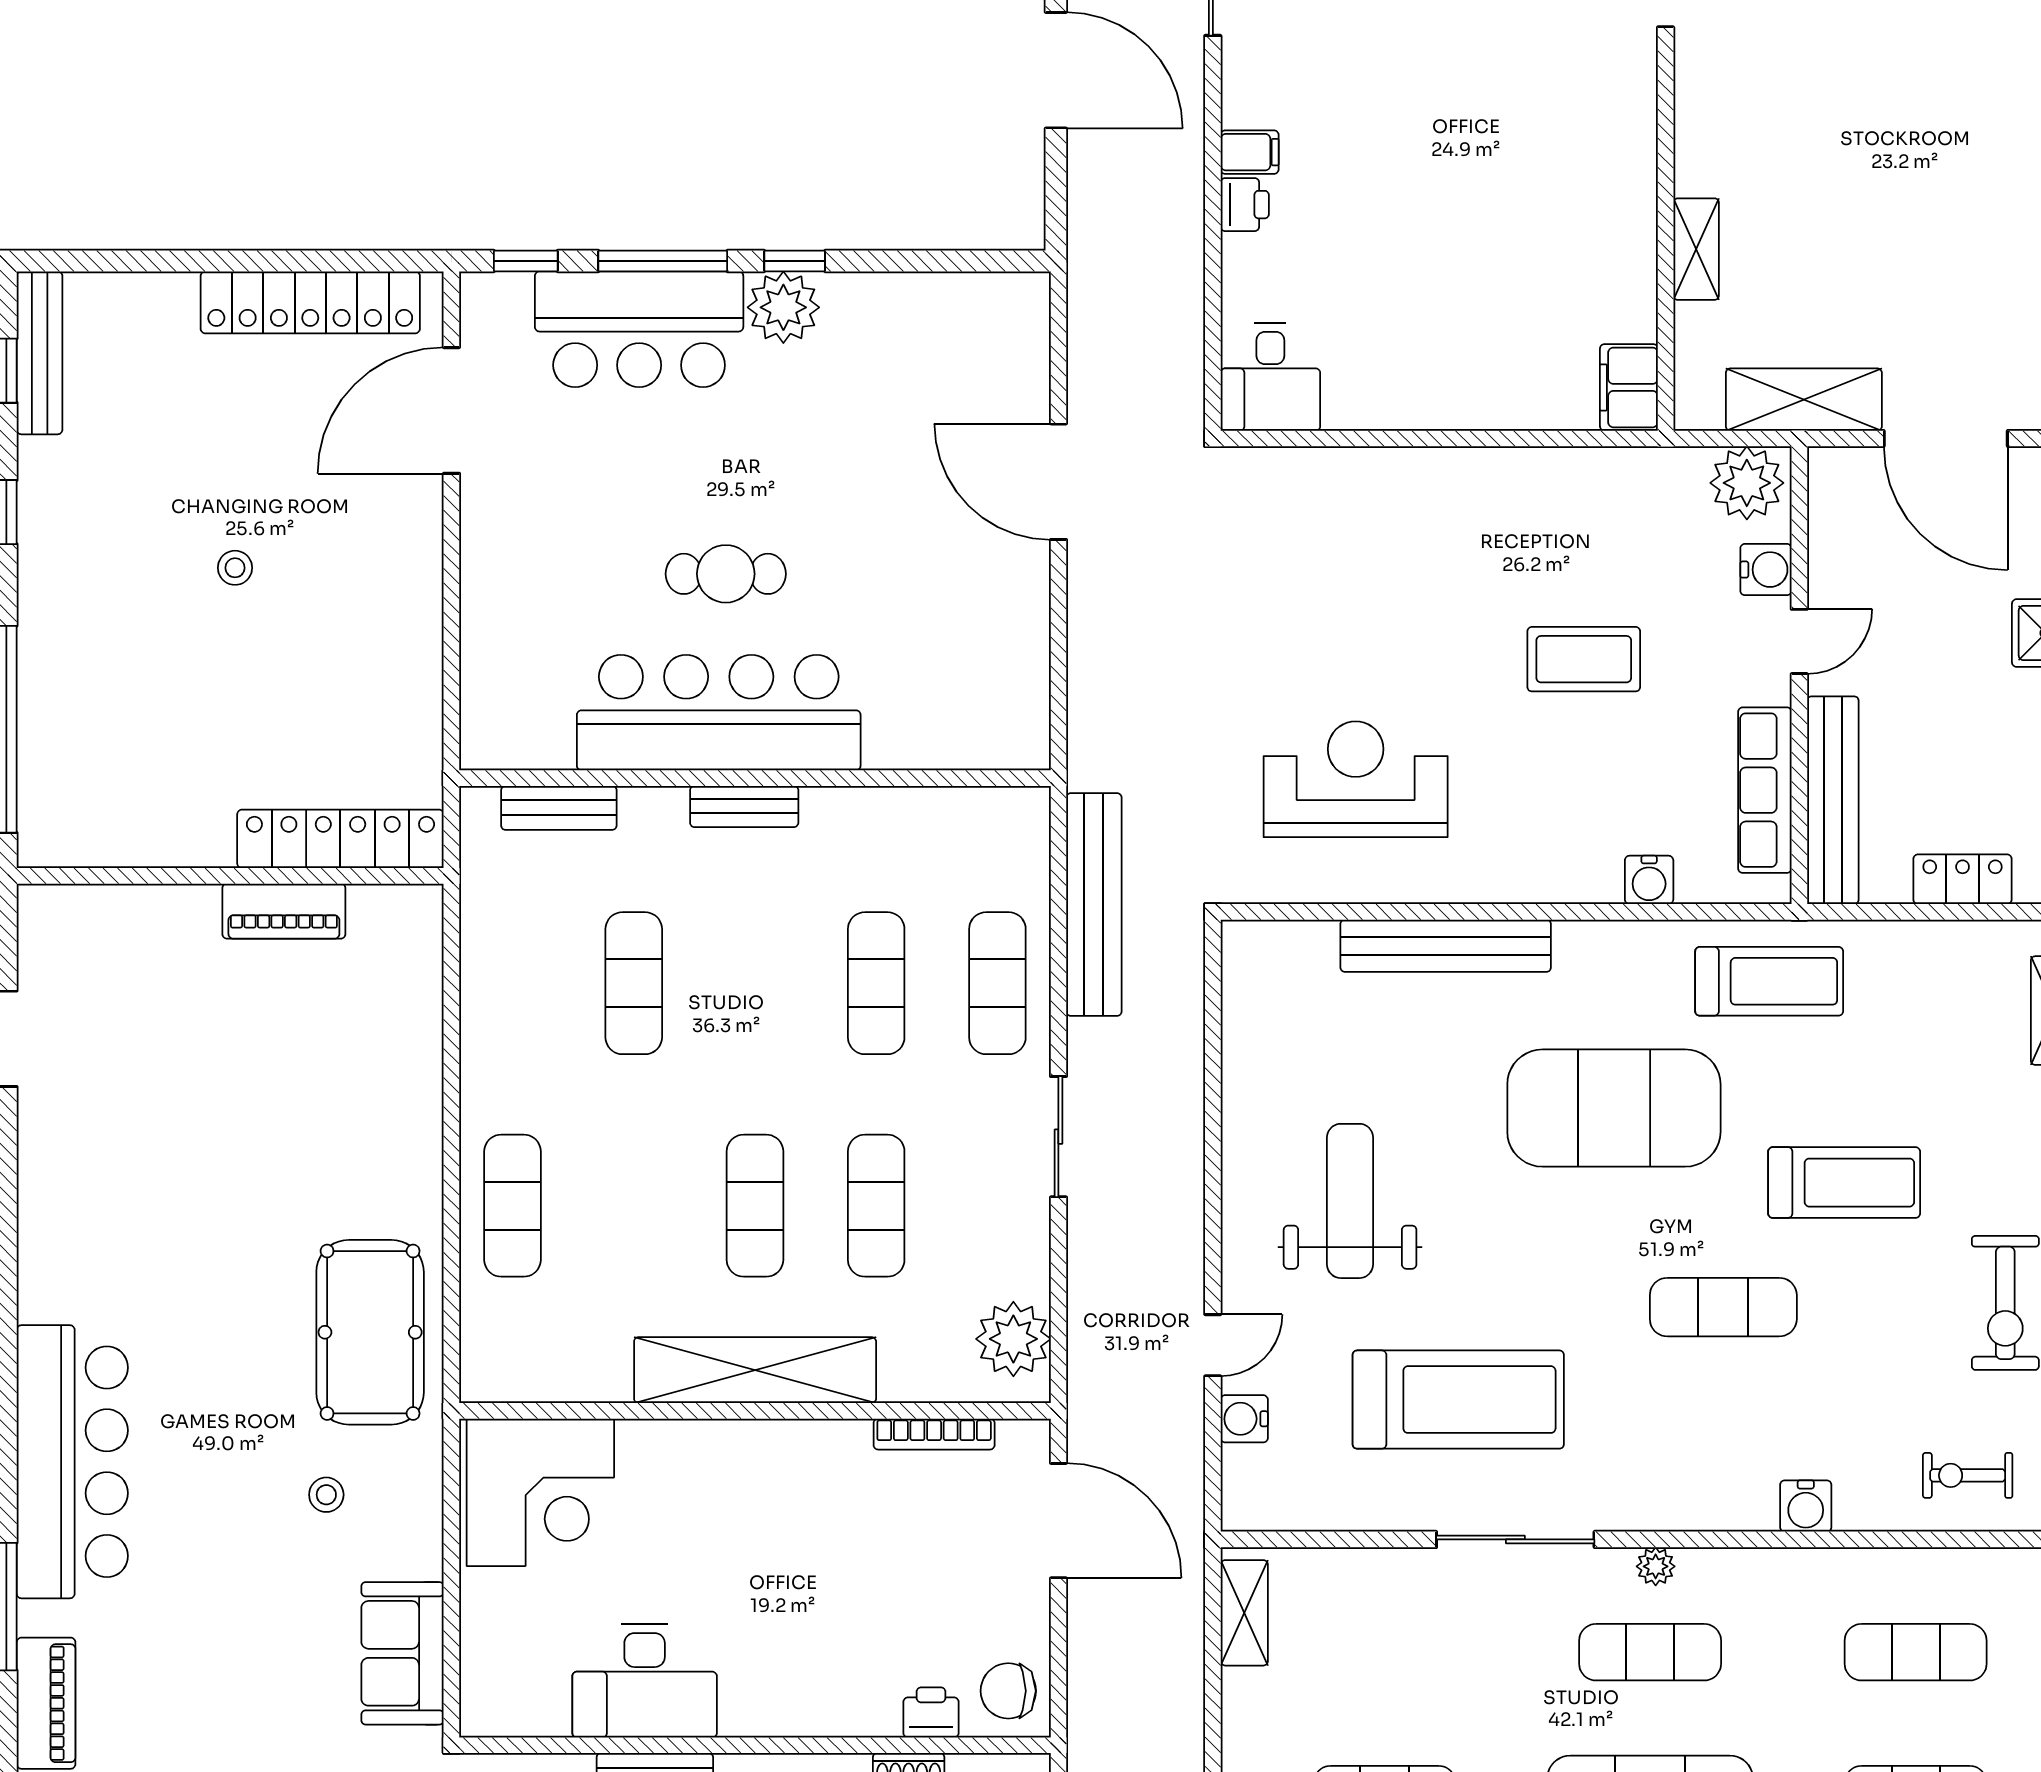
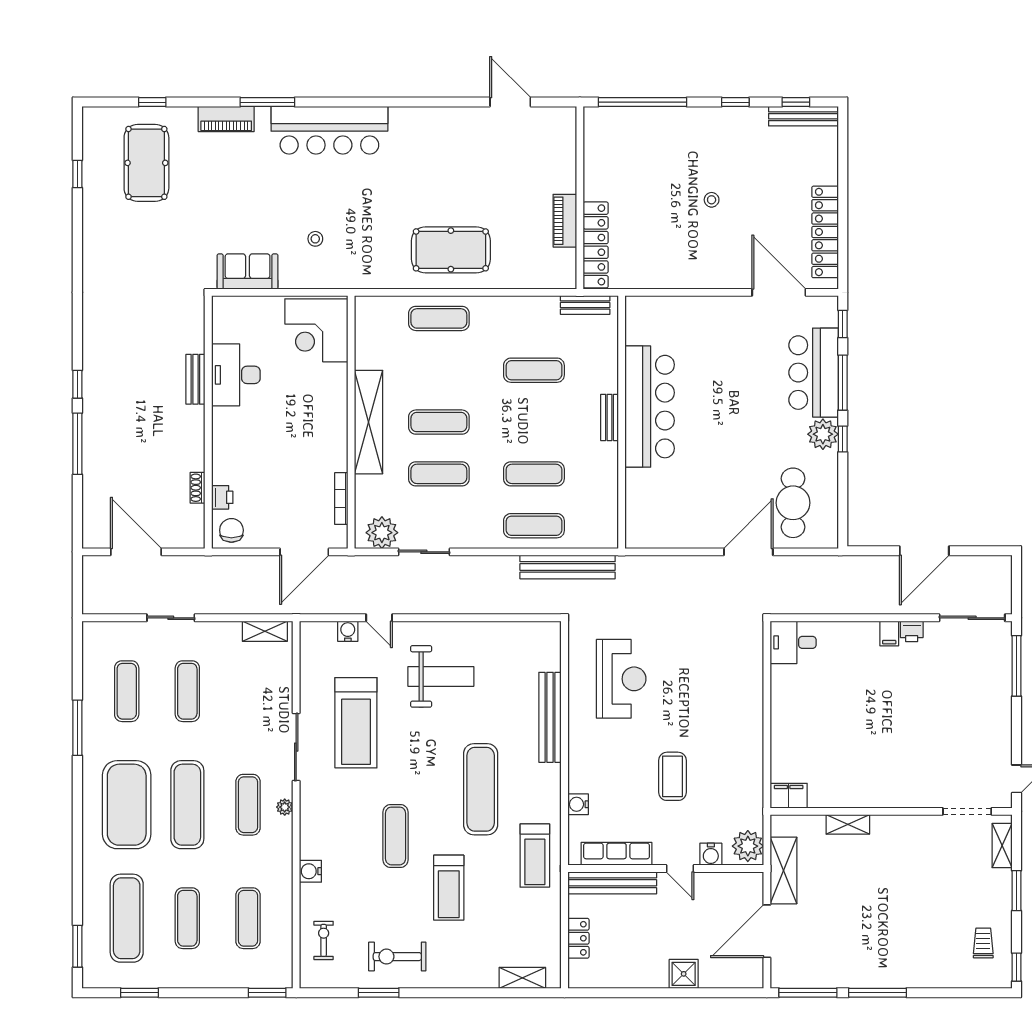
printer: (1245, 205) -> (912, 631), moved
cafe table: (726, 574) -> (793, 503), moved, width x1.37, depth x1.35
bench: (559, 808) -> (585, 305), moved, turned 90
exercise mat: (1614, 1108) -> (481, 789), width x0.68
sliding door: (1058, 1137) -> (424, 552), moved
pool table: (370, 1332) -> (451, 250), moved

